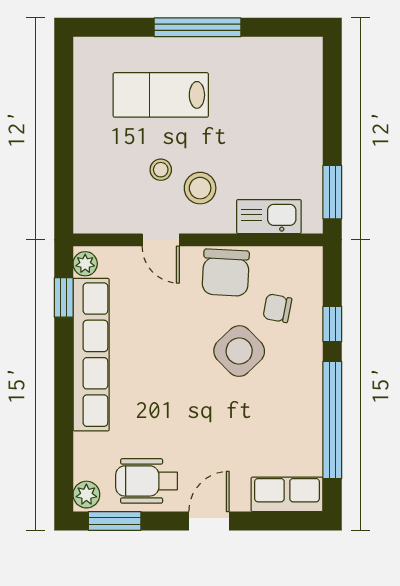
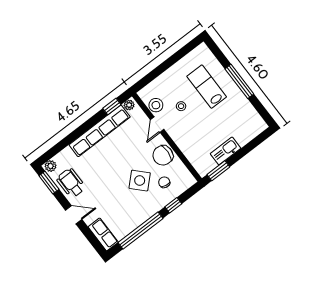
stool: (200, 188) -> (156, 105), moved
kitchen sink: (269, 217) -> (226, 151), moved, turned -90

